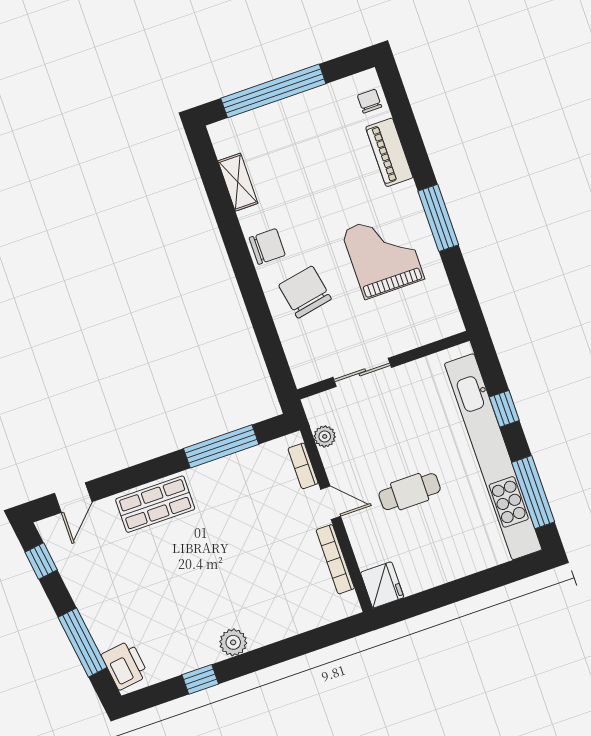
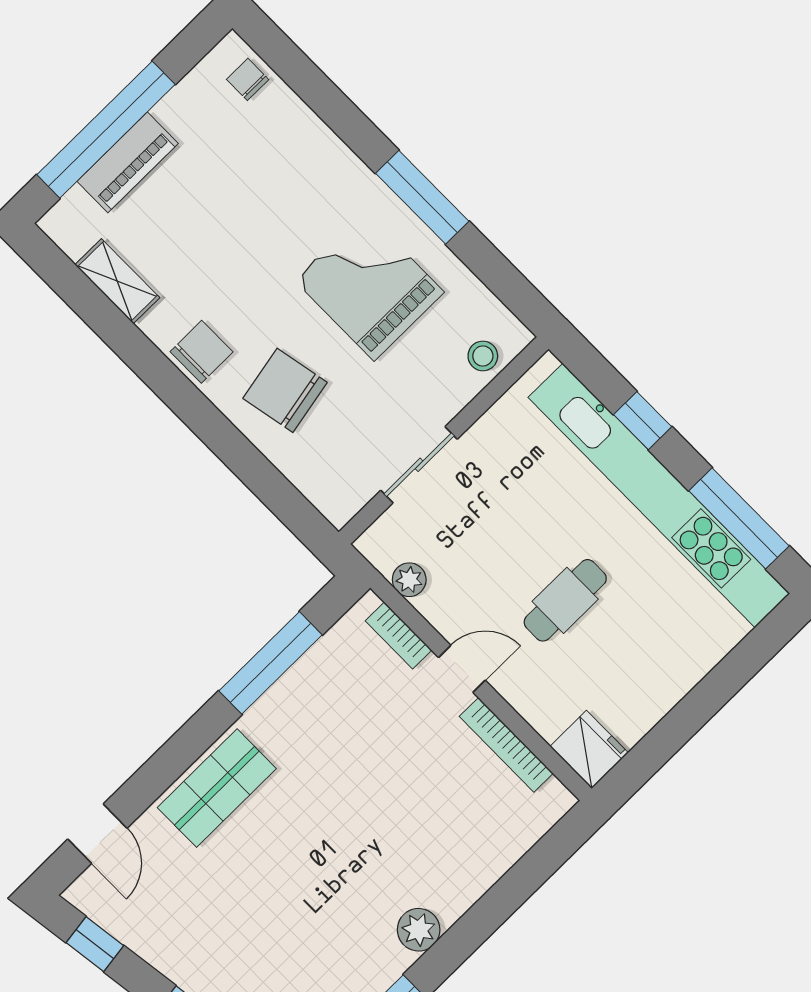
piano: (389, 152) -> (128, 162), moved, turned -90
stool: (429, 327) -> (483, 356), added

